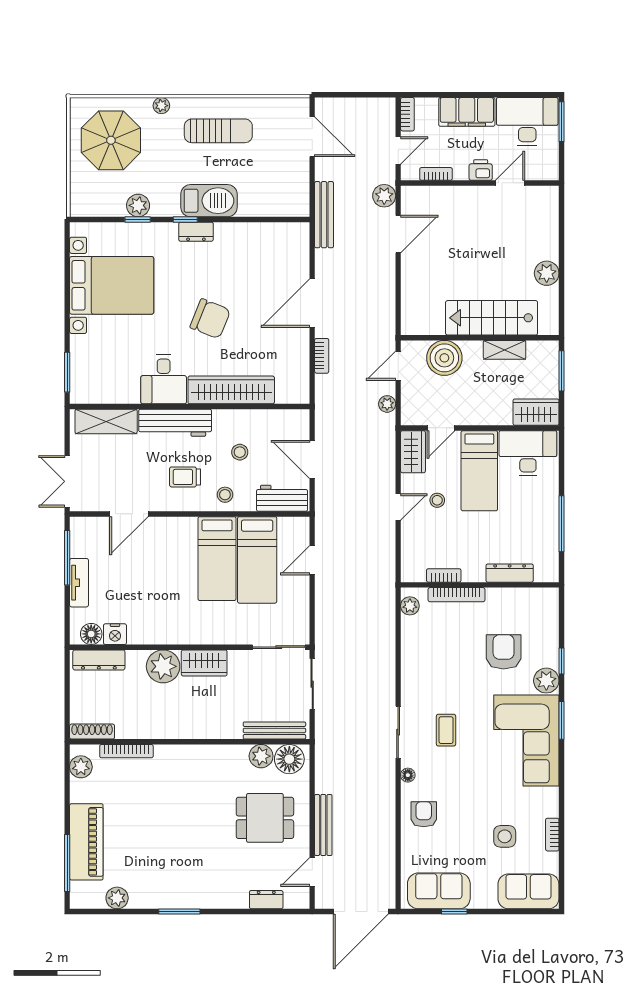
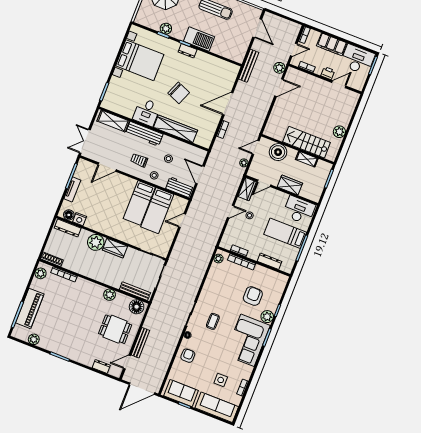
wardrobe: (536, 412) -> (290, 185), moved
bed: (479, 471) -> (285, 233), moved, turned 90
plant: (261, 756) -> (110, 295), moved
sofa: (528, 891) -> (217, 407), width x1.36

